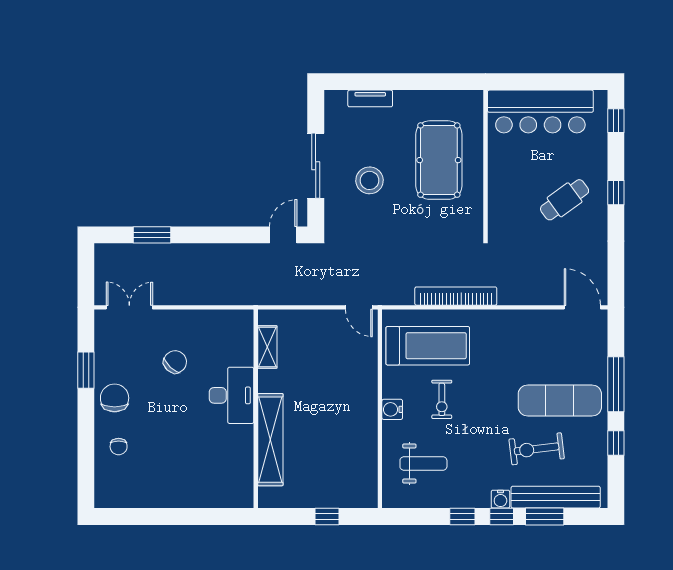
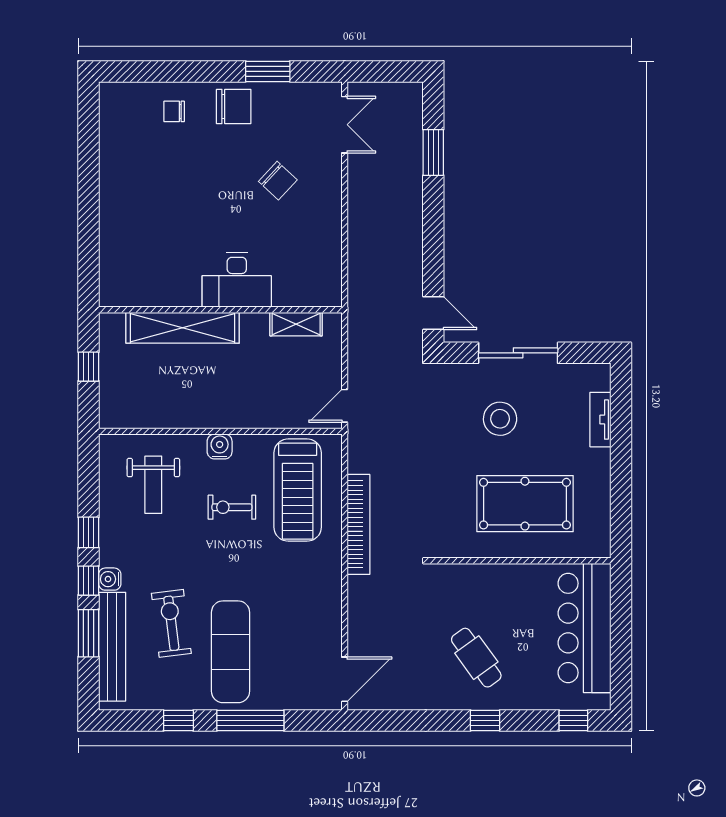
shelving: (267, 347) -> (296, 324), moved
desk: (231, 395) -> (237, 280), moved
wall: (256, 409) -> (220, 310), moved
shelving: (270, 440) -> (183, 328), moved

